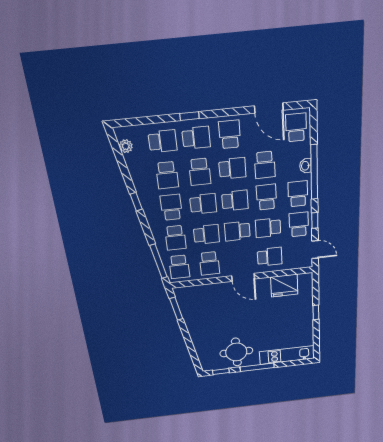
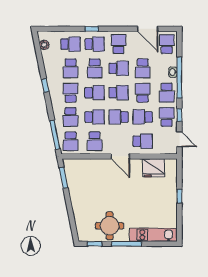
school desk: (298, 194) -> (167, 93), turned 180

